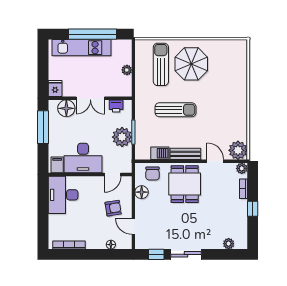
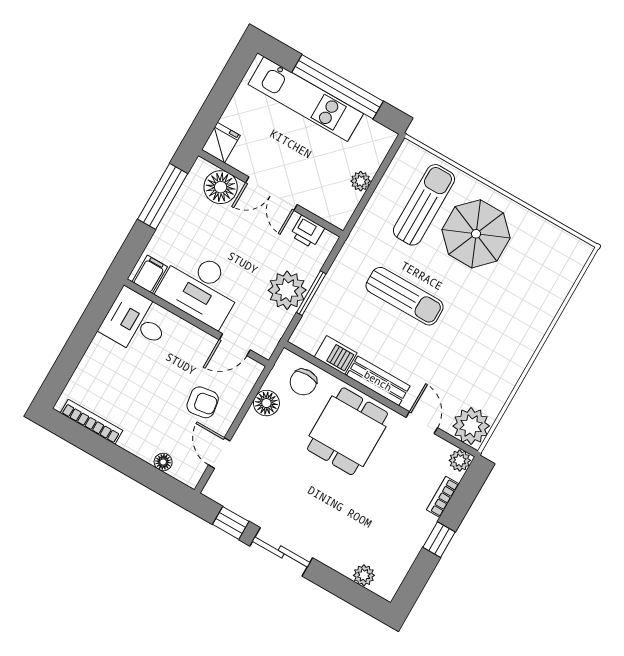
desk: (63, 195) -> (136, 322), width x0.73

